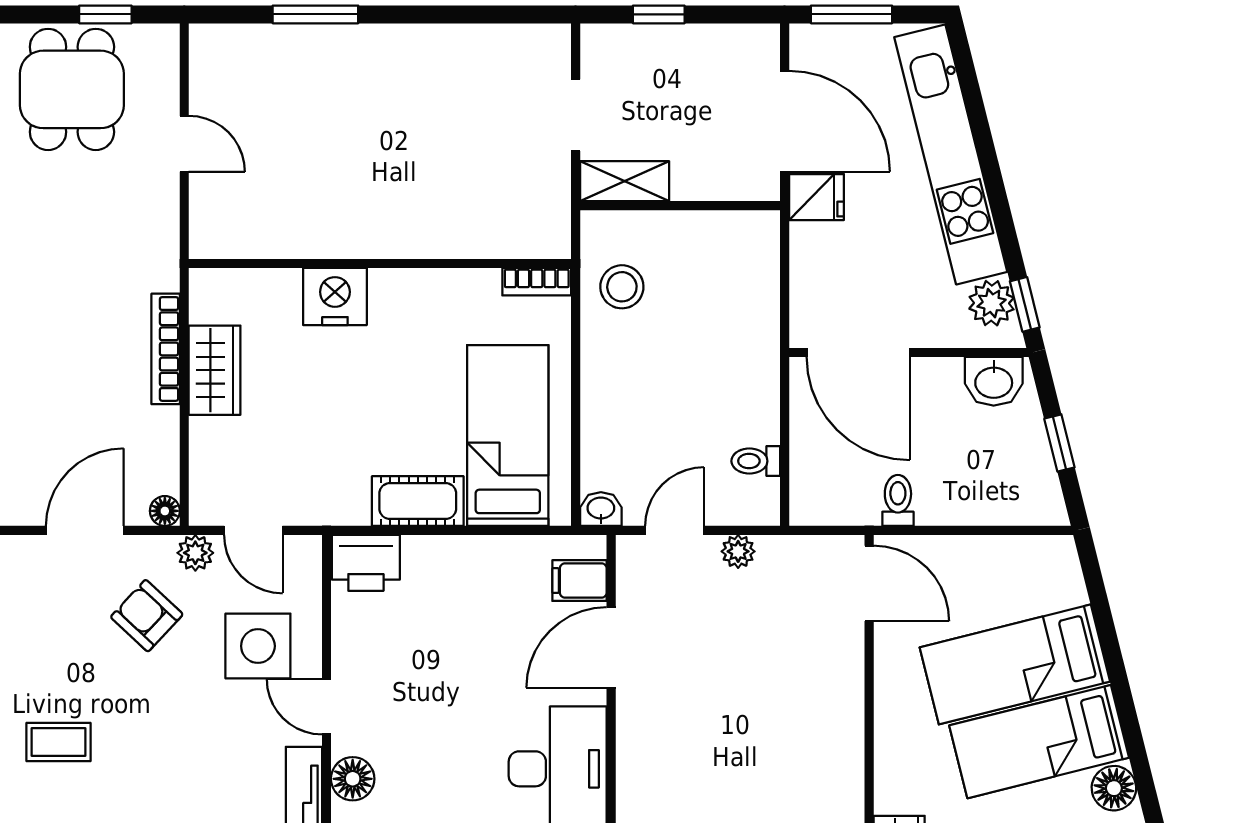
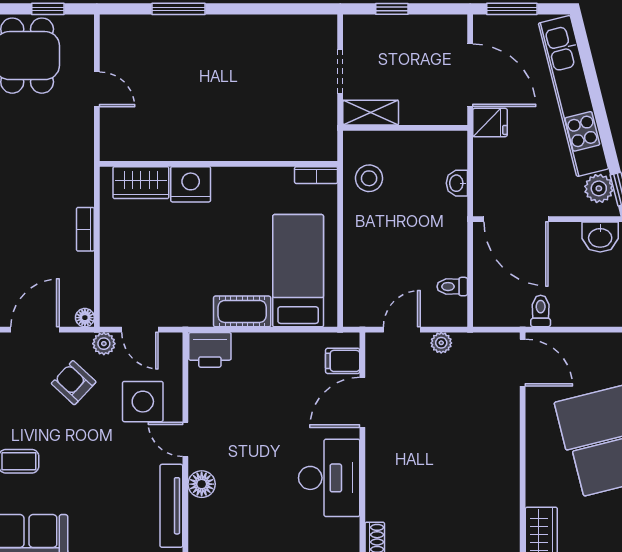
bookcase: (166, 349) -> (85, 229), width x0.64
wardrobe: (215, 370) -> (141, 183), moved, turned 90
washbasin: (601, 509) -> (457, 183), moved, turned -90

